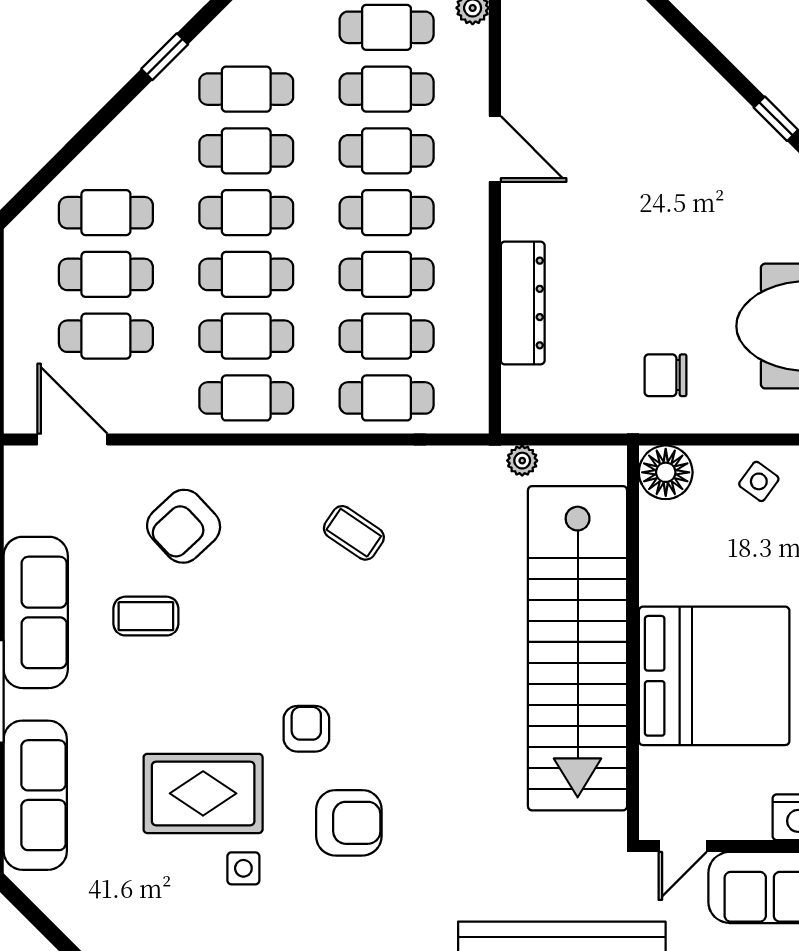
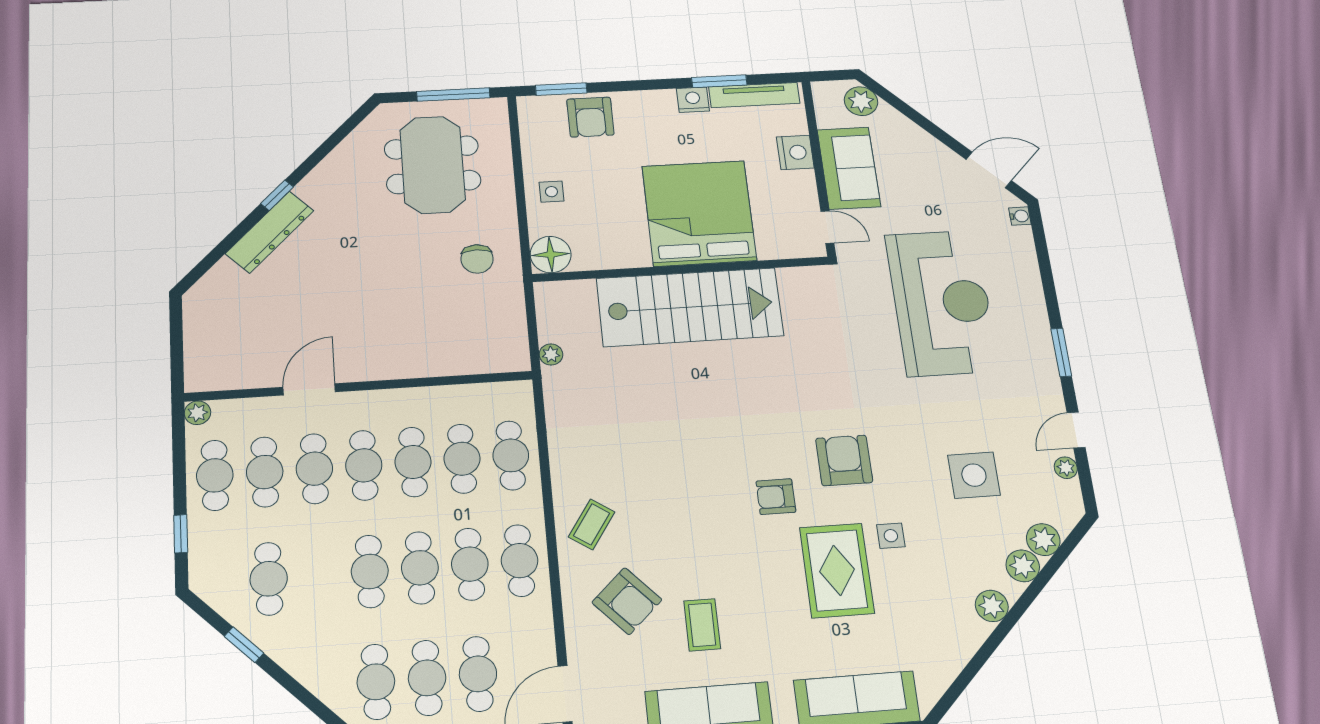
cafe table: (246, 151) -> (319, 575), removed
dresser: (523, 303) -> (270, 232), moved, turned 135
side table: (759, 481) -> (551, 192), turned -36
coffee table: (354, 533) -> (592, 524), moved
stairs: (578, 648) -> (690, 307), width x0.73

